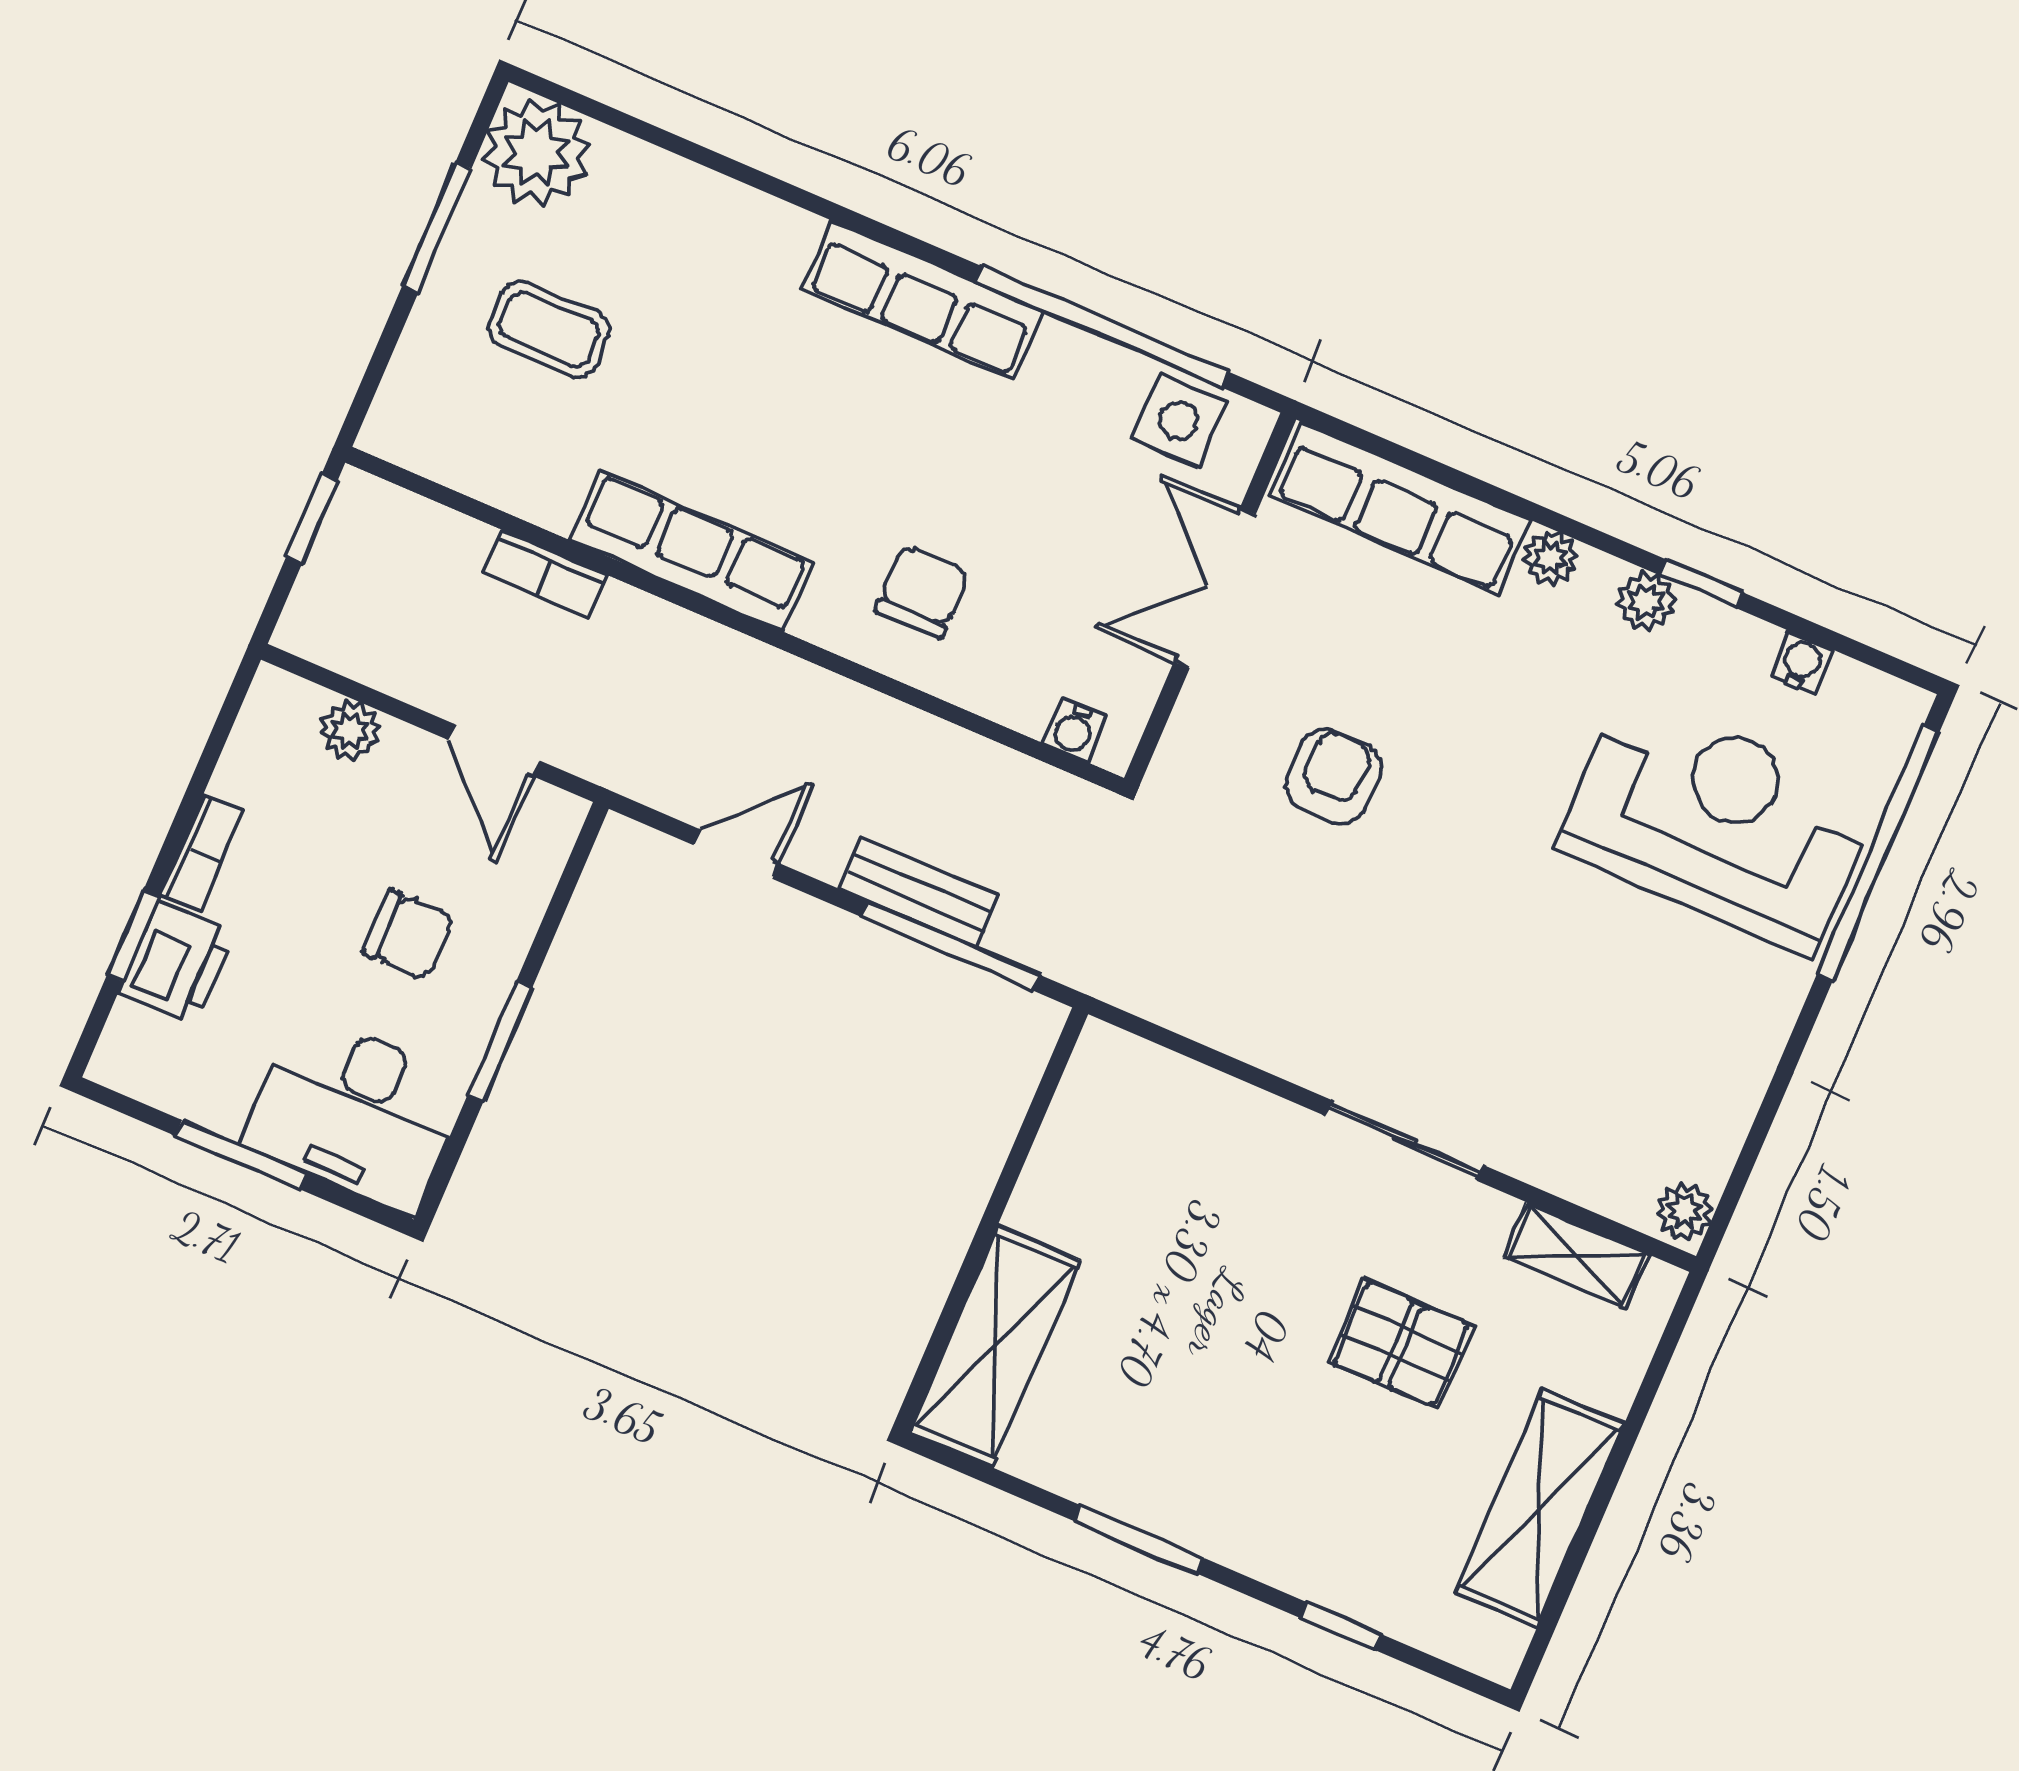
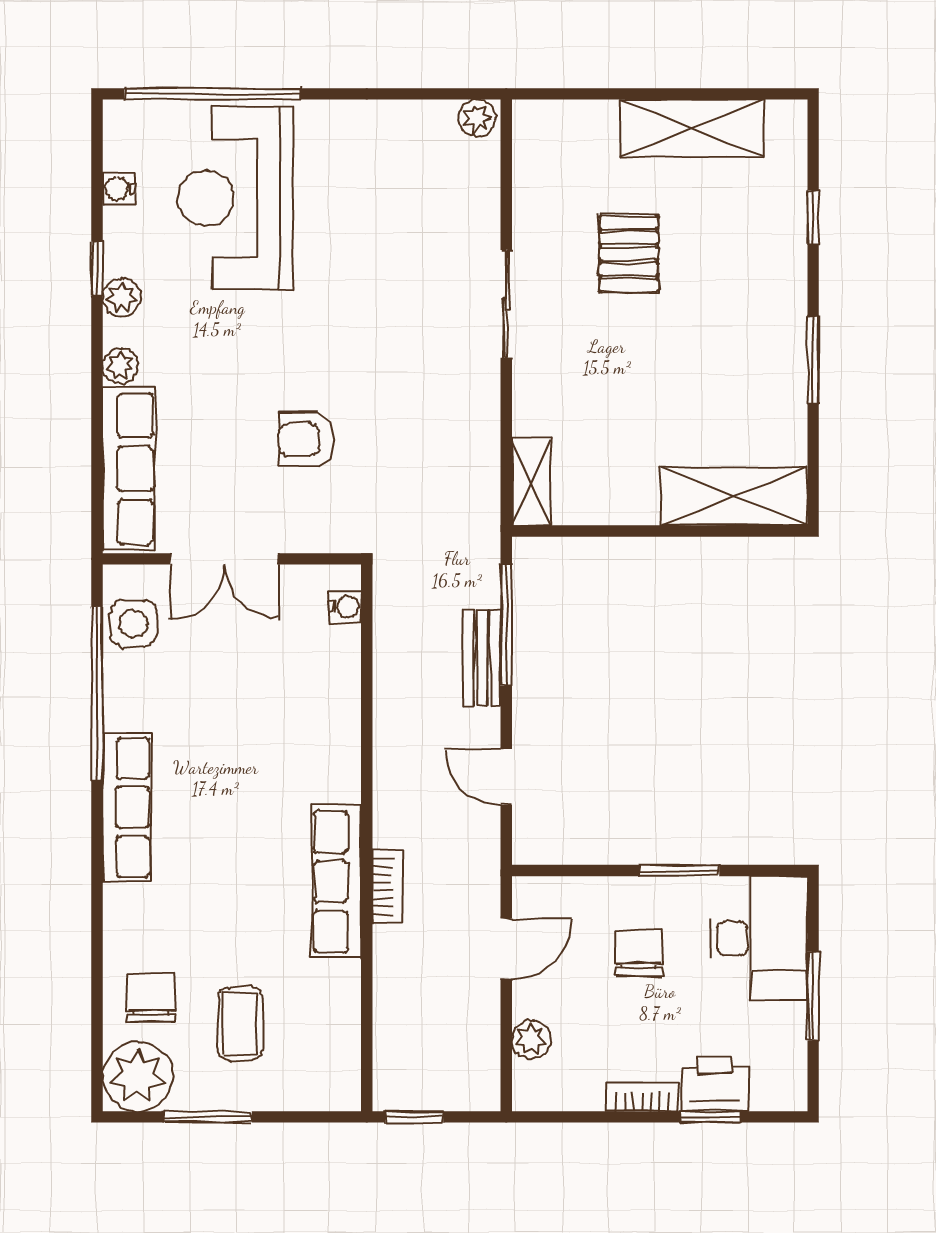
bookcase: (546, 573) -> (387, 886), moved
chair: (922, 592) -> (151, 998), moved, turned 90
shelving: (1576, 1256) -> (531, 482), moved

